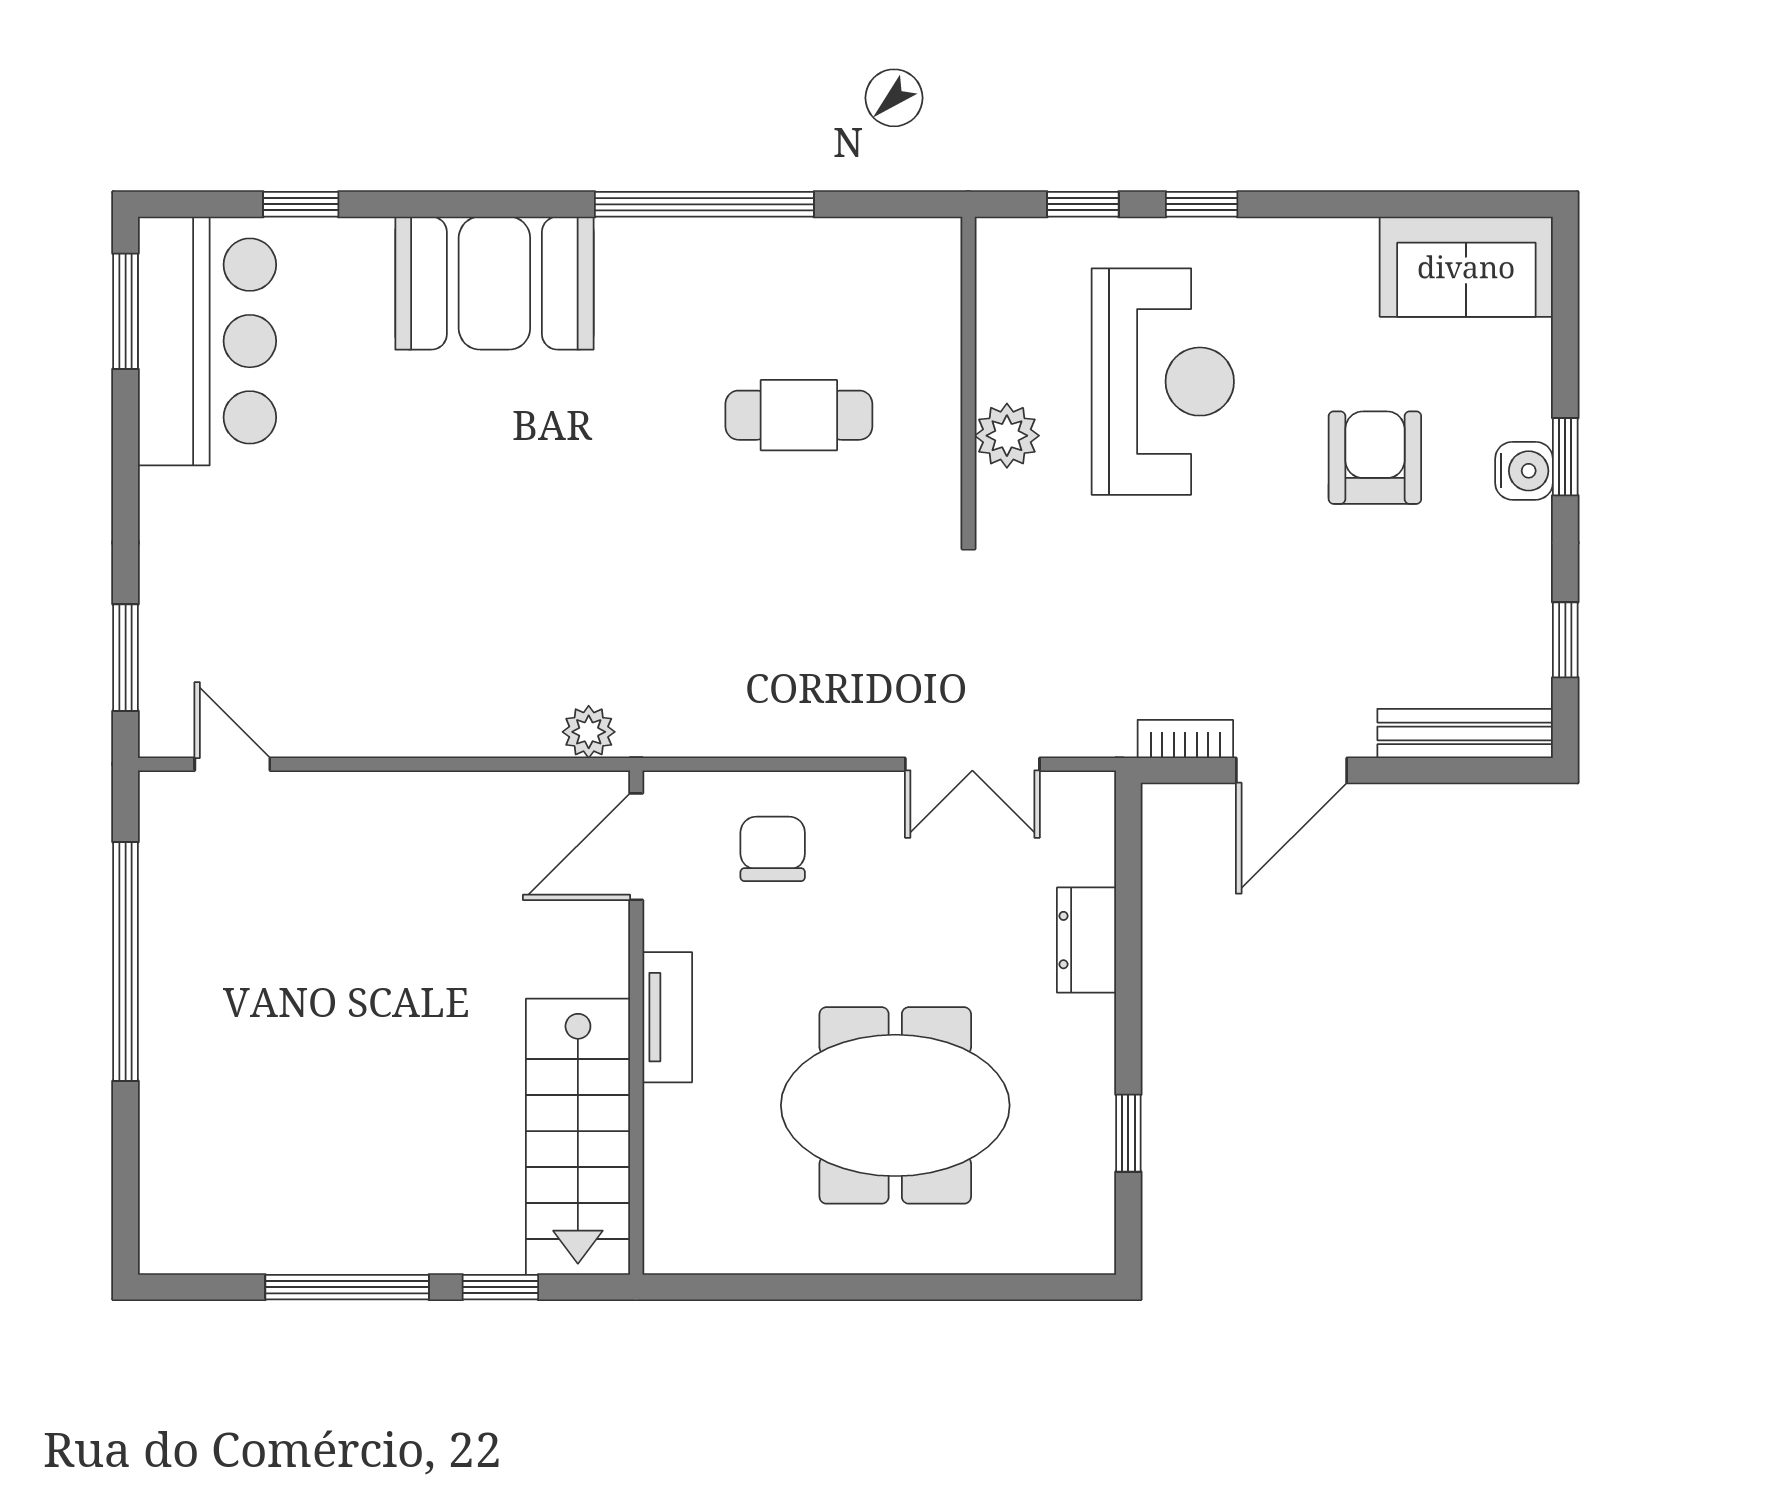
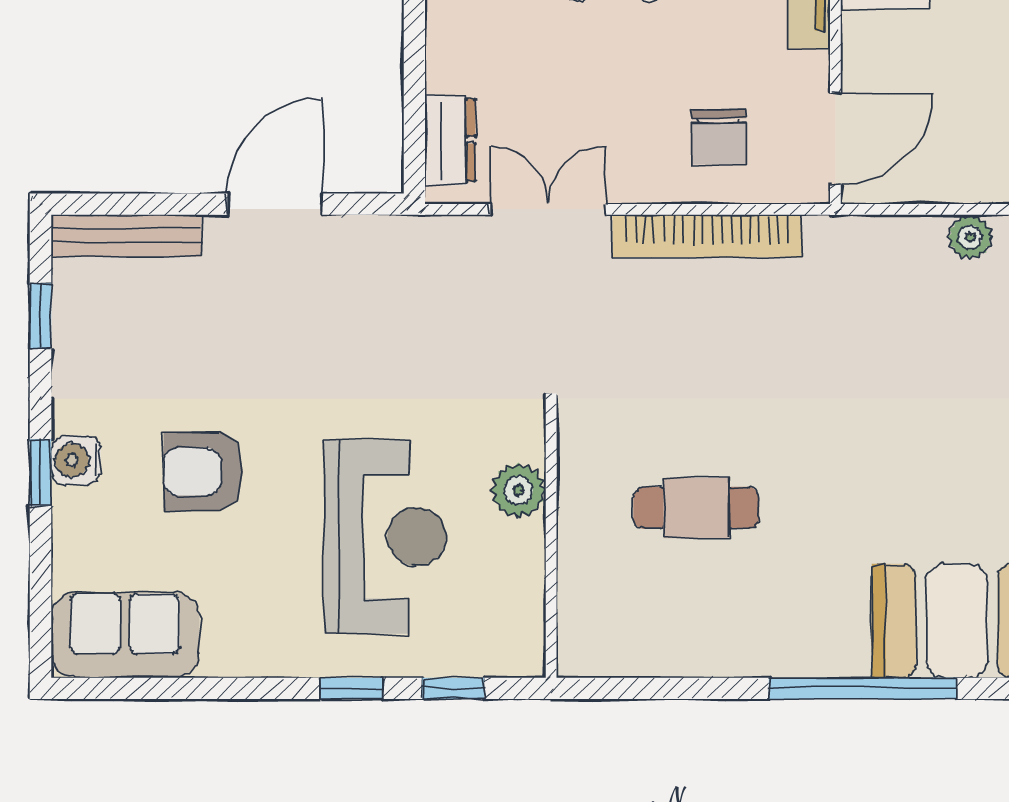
window: (704, 204) -> (863, 688), moved
reception desk: (1163, 382) -> (385, 537), turned 180
armchair: (1375, 458) -> (203, 472), turned 90
plant: (589, 732) -> (970, 237), moved
bookcase: (1185, 739) -> (707, 236), moved, width x2.31, depth x1.31
dresser: (1087, 940) -> (450, 140), moved

